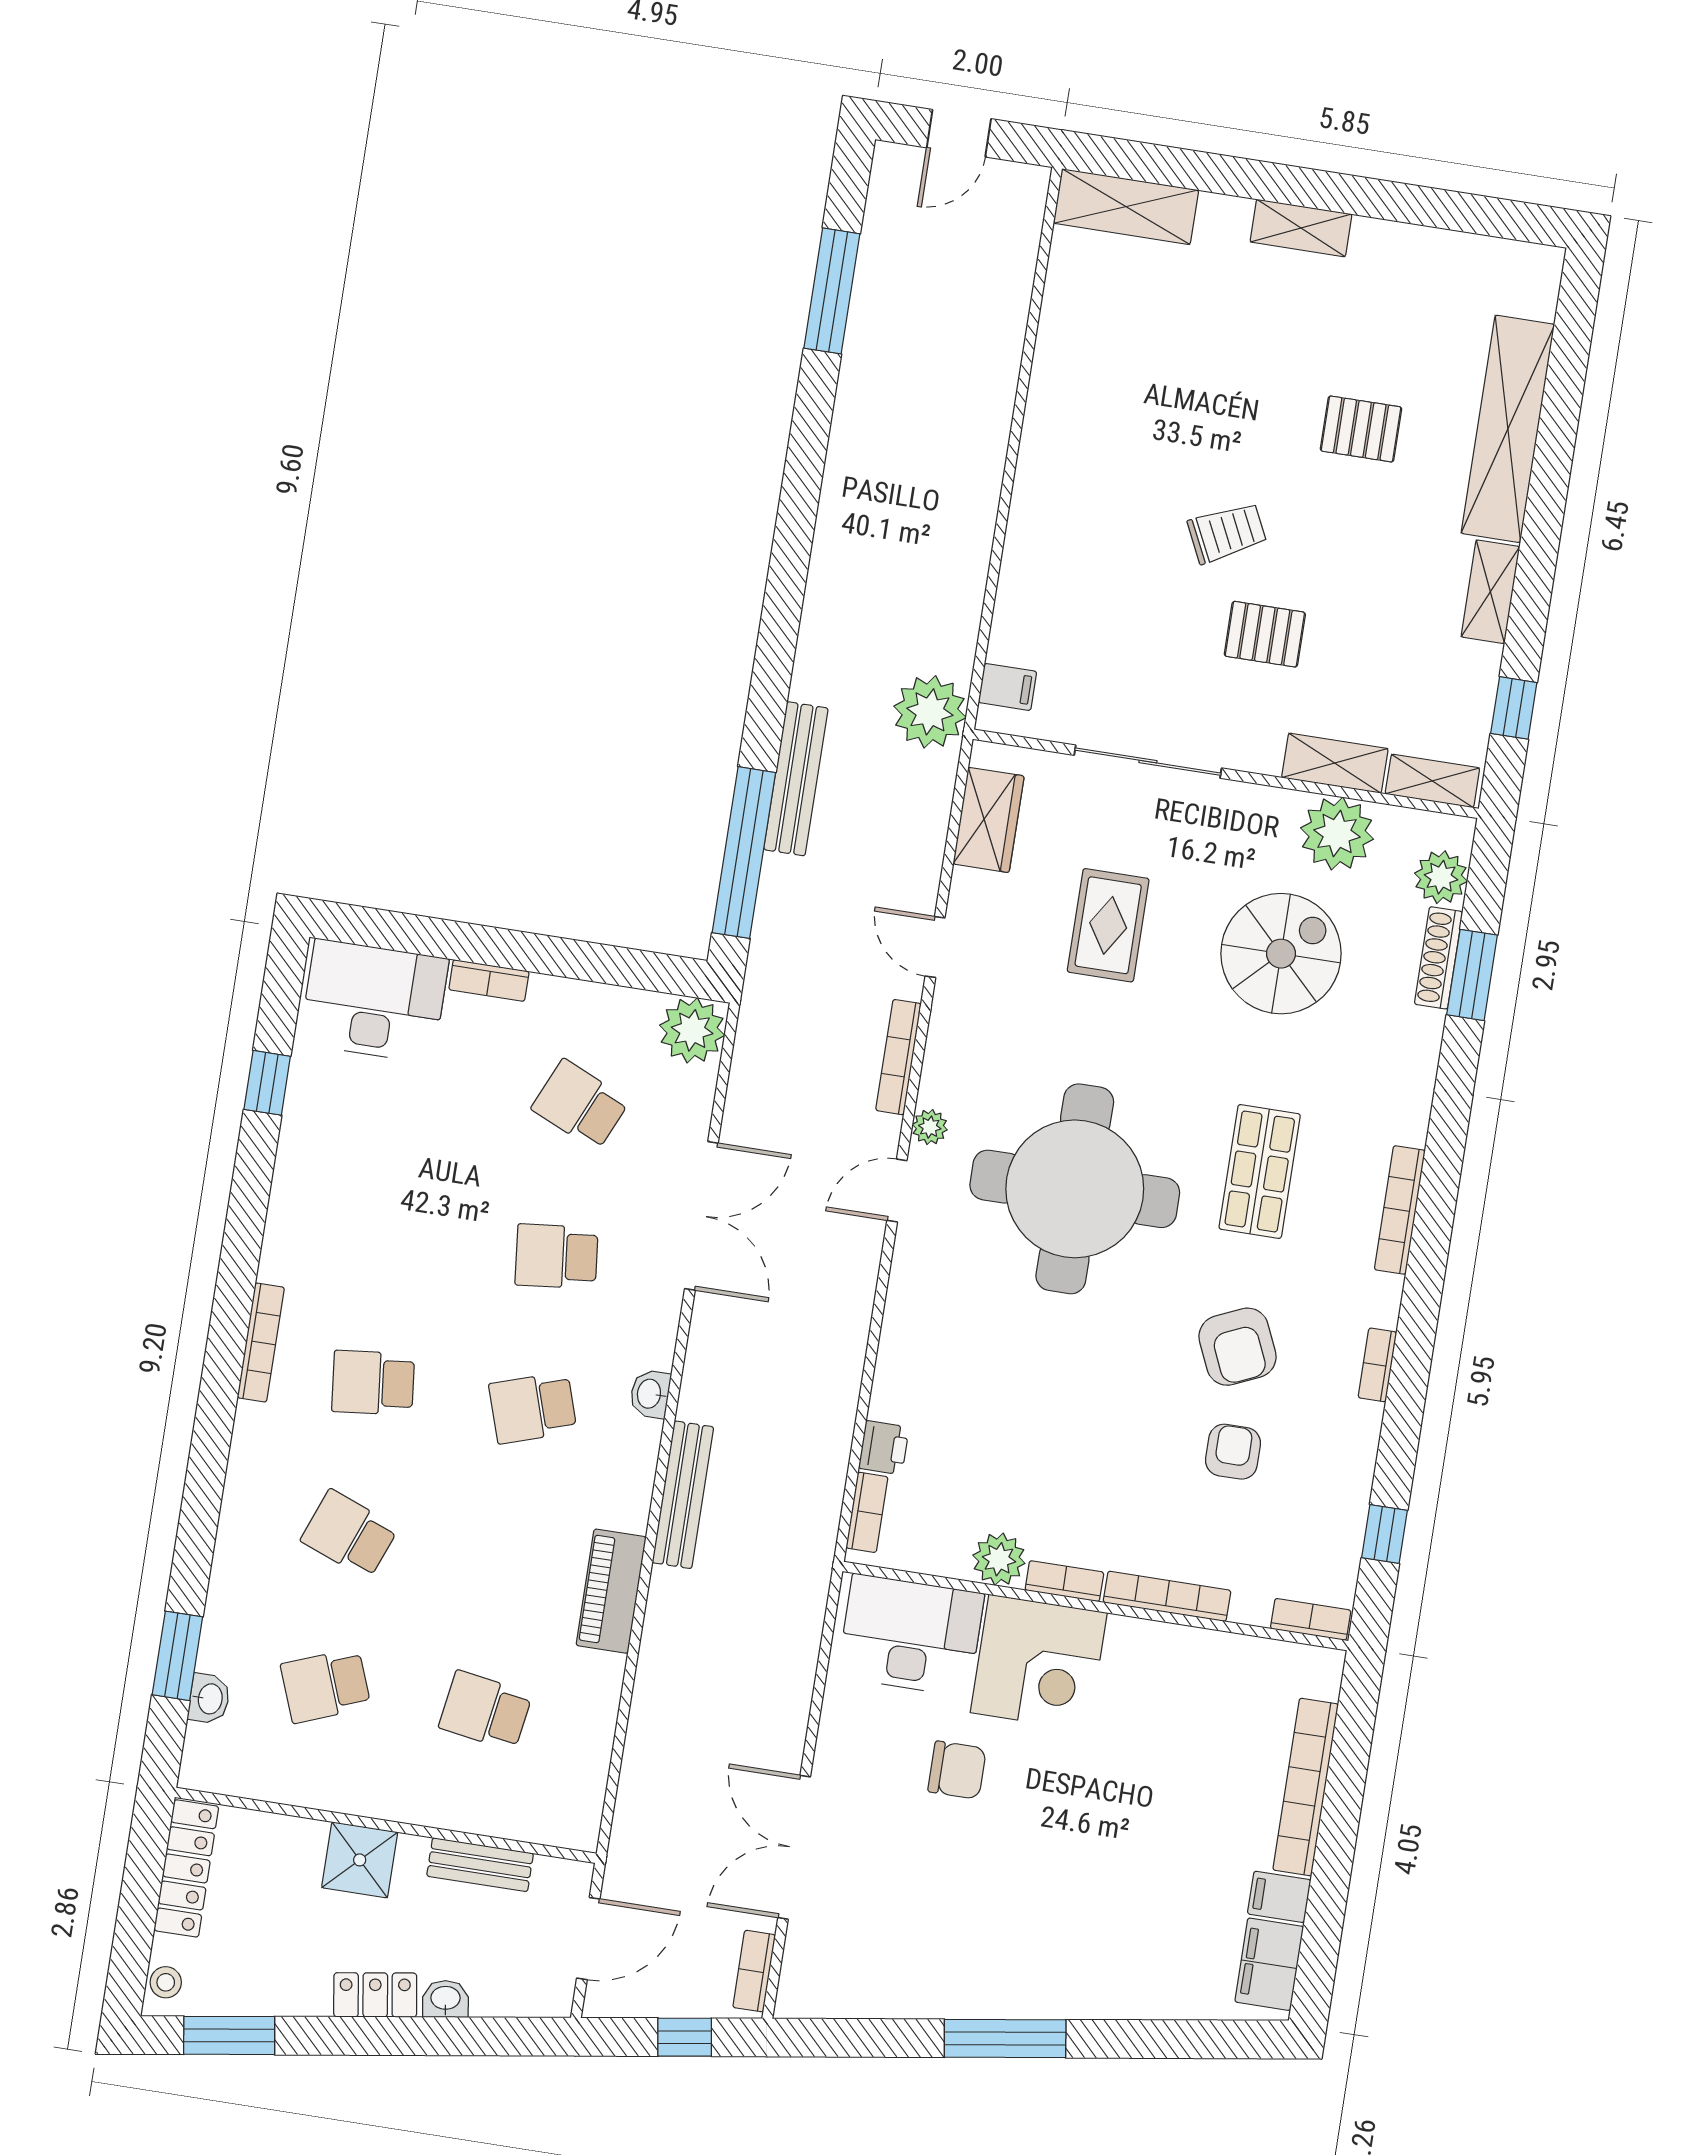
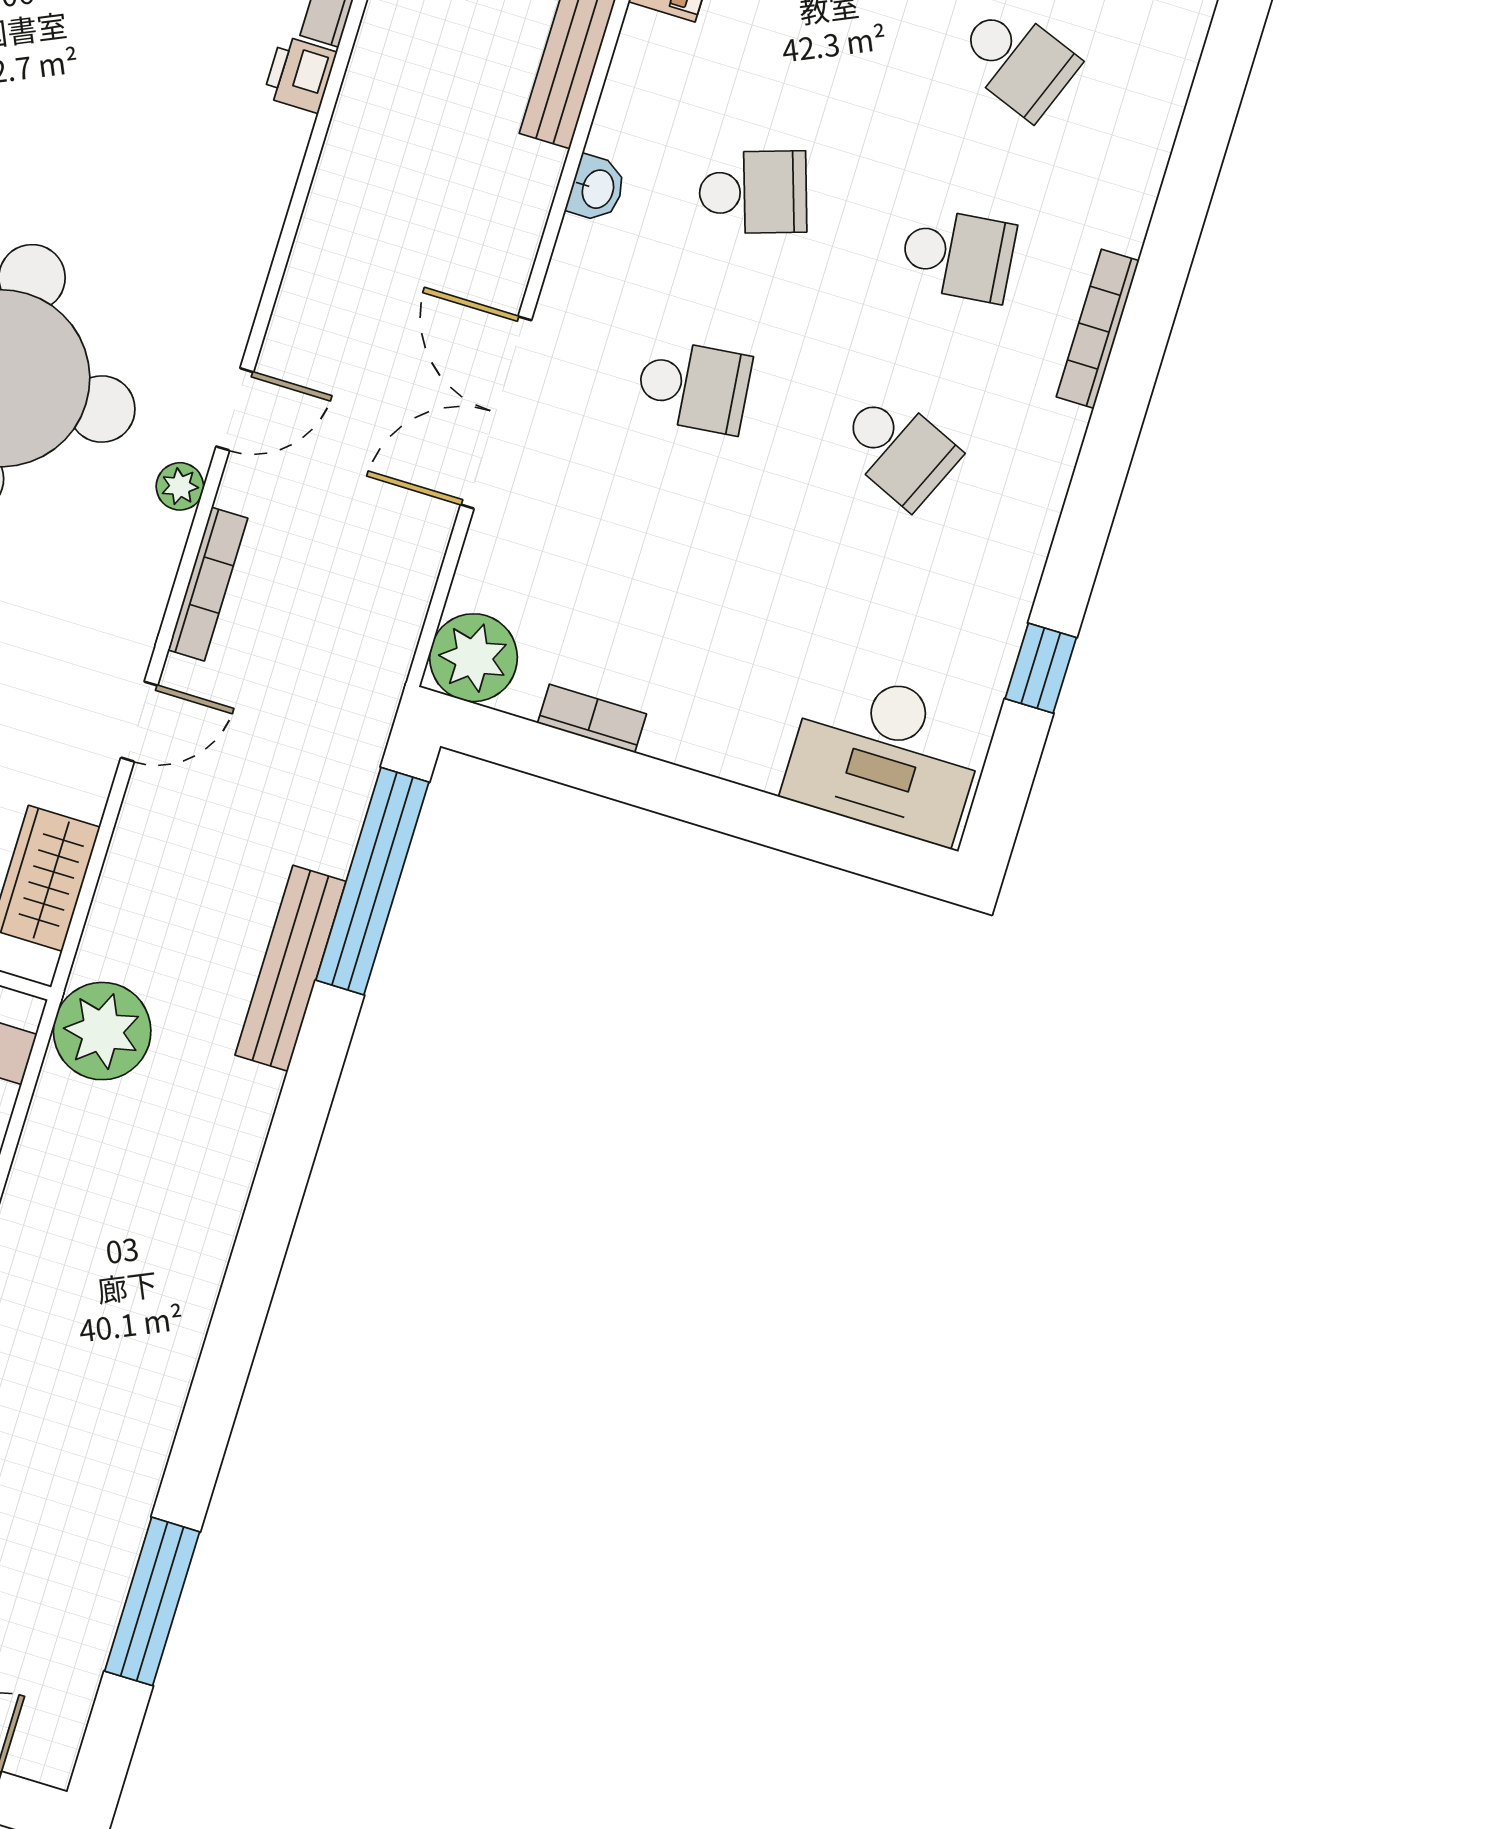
door: (935, 947) -> (139, 722), hinge flipped
bookcase: (489, 981) -> (592, 718), moved
school desk: (580, 1105) -> (898, 449), moved

